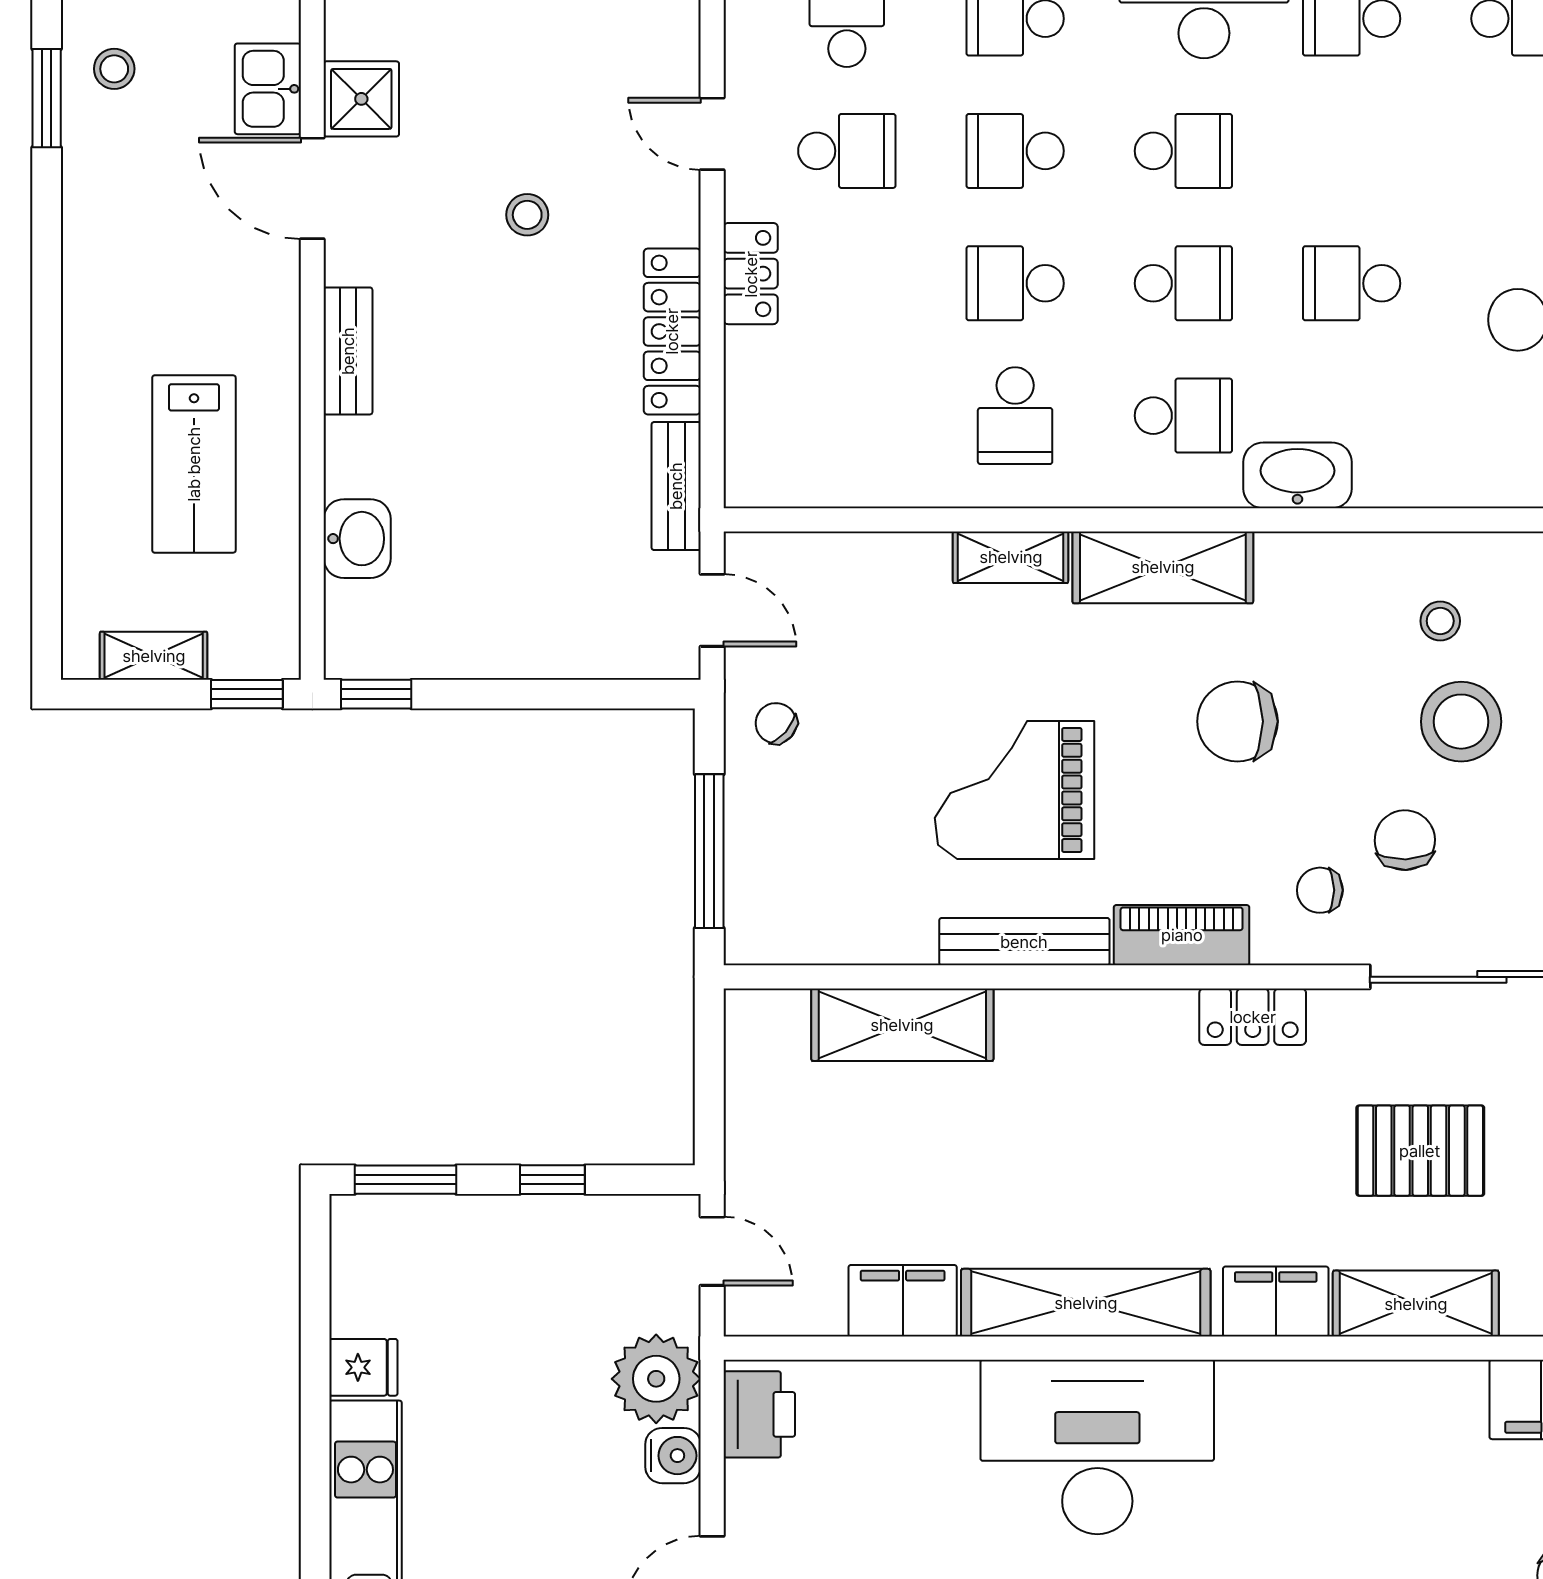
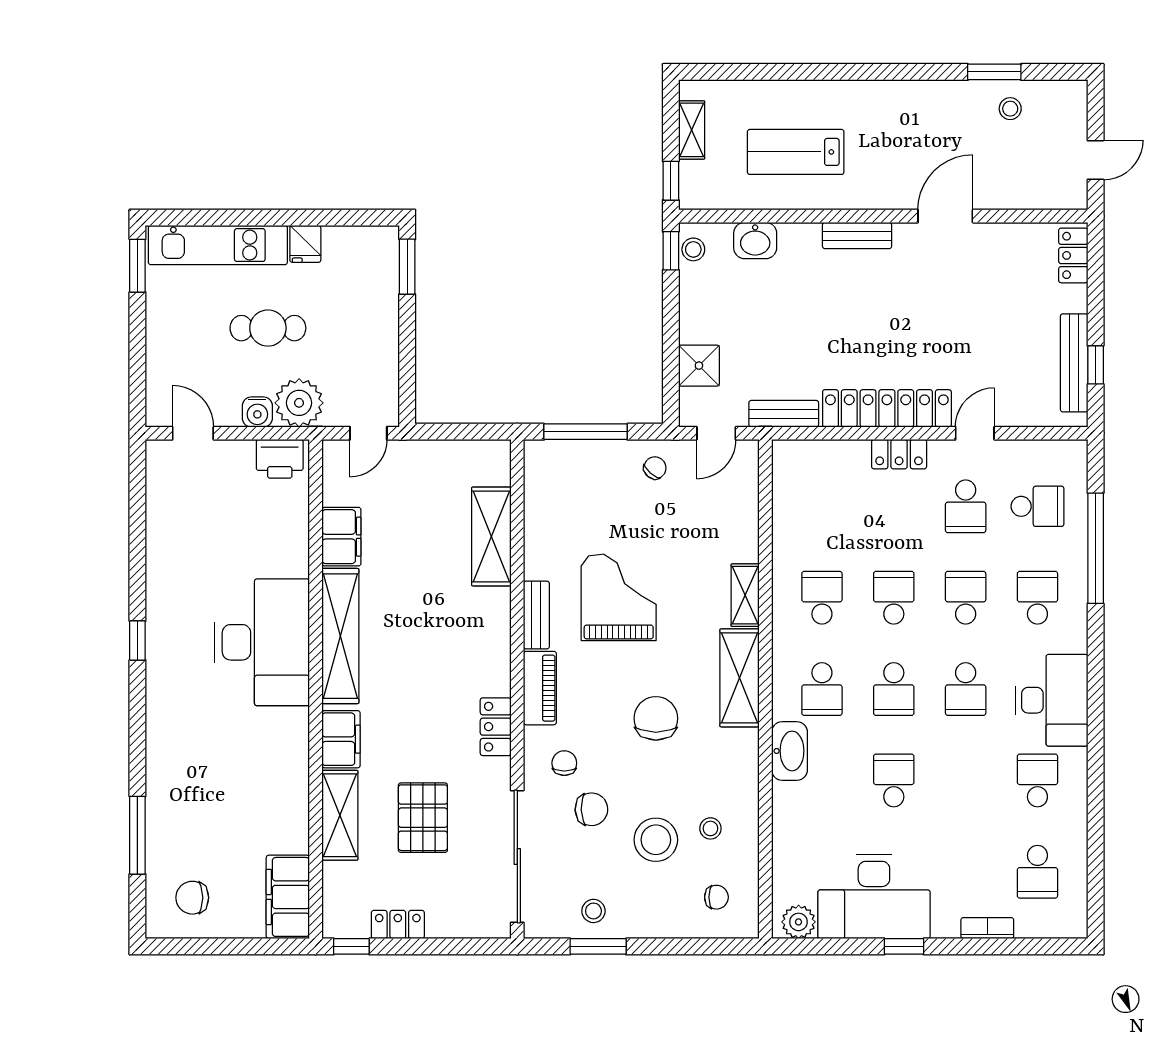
kitchen sink: (268, 89) -> (999, 192), removed
shower: (361, 99) -> (699, 366), moved
stool: (527, 215) -> (693, 249), moved
locker: (672, 331) -> (887, 408), width x1.41, depth x1.21
school desk: (1015, 416) -> (822, 598), turned 90
bench: (1024, 942) -> (536, 615), width x0.73
window: (552, 1180) -> (407, 346), removed
cafe table: (518, 1436) -> (268, 328), added

